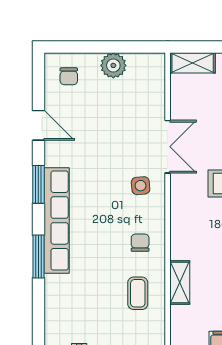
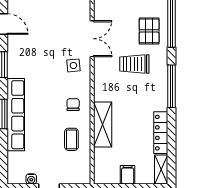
row of seats: (57, 220) -> (16, 115), moved
shelving: (180, 283) -> (103, 124), width x1.50, depth x1.33

